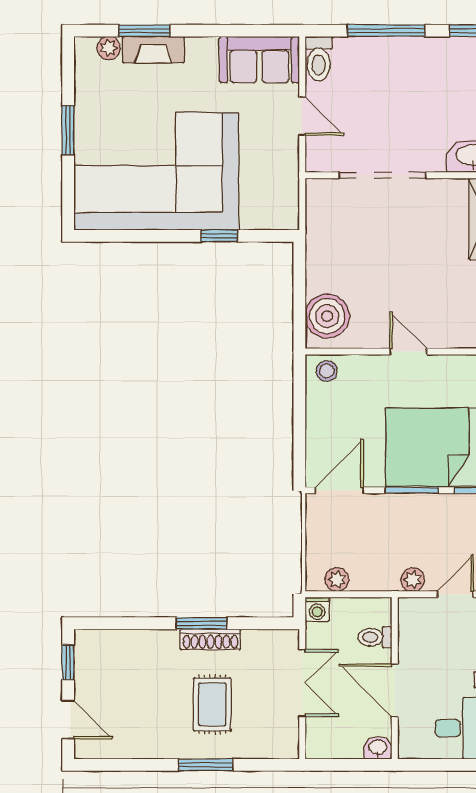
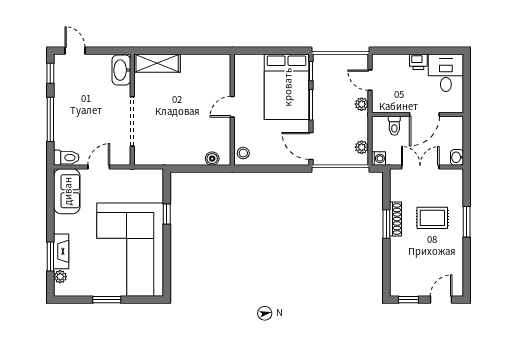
boiler: (327, 316) -> (212, 159), width x0.54, depth x0.54
washbasin: (378, 748) -> (457, 157), moved

